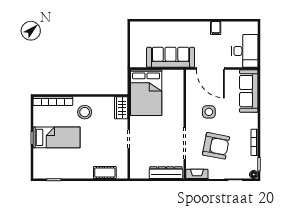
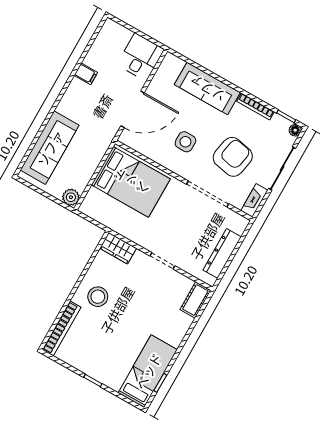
desk: (245, 51) -> (141, 57), width x0.73
sofa: (171, 57) -> (50, 148), moved, turned 180
plant: (136, 62) -> (71, 197), added
sofa: (249, 91) -> (207, 89), moved
bed: (146, 93) -> (131, 182), moved
bed: (57, 137) -> (148, 371), moved
cot: (105, 172) -> (195, 300), moved
dresser: (166, 173) -> (222, 253), moved

